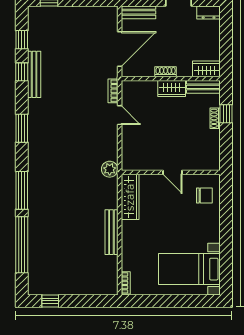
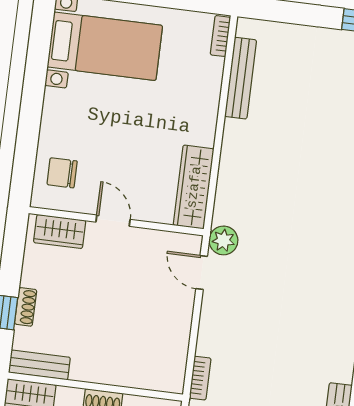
wardrobe: (172, 89) -> (60, 232), moved, turned 180
door: (120, 115) -> (202, 272), moved
bench: (111, 232) -> (241, 78), moved

